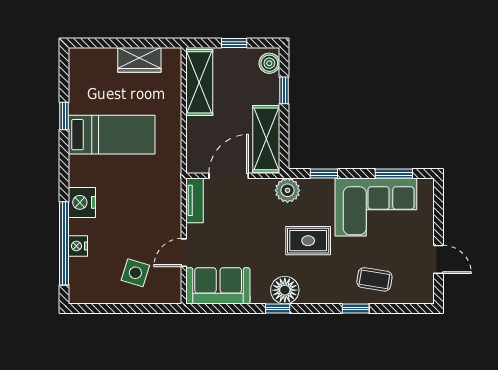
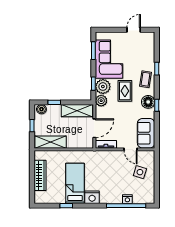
wardrobe: (139, 60) -> (40, 175), width x1.50
door: (229, 176) -> (94, 128), swing flipped
plant: (318, 194) -> (103, 87), added
nightstand: (82, 202) -> (92, 197), moved
coffee table: (374, 279) -> (146, 79), moved

